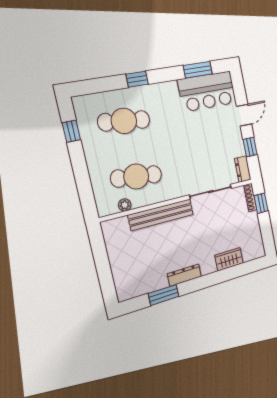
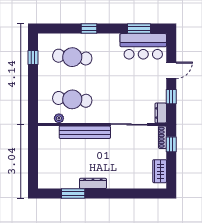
wardrobe: (229, 259) -> (160, 171), moved, turned -90

